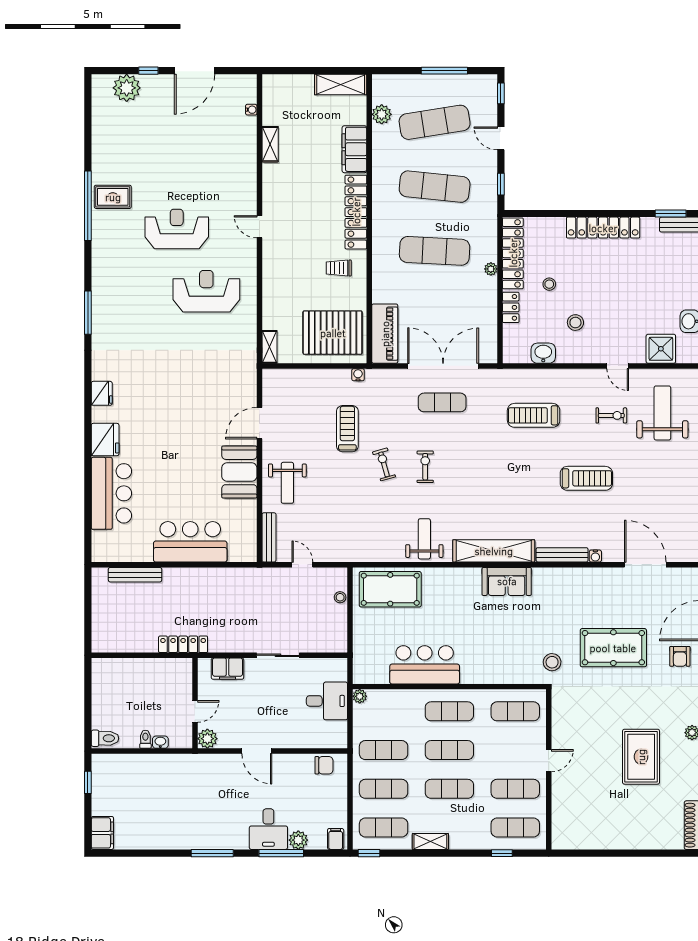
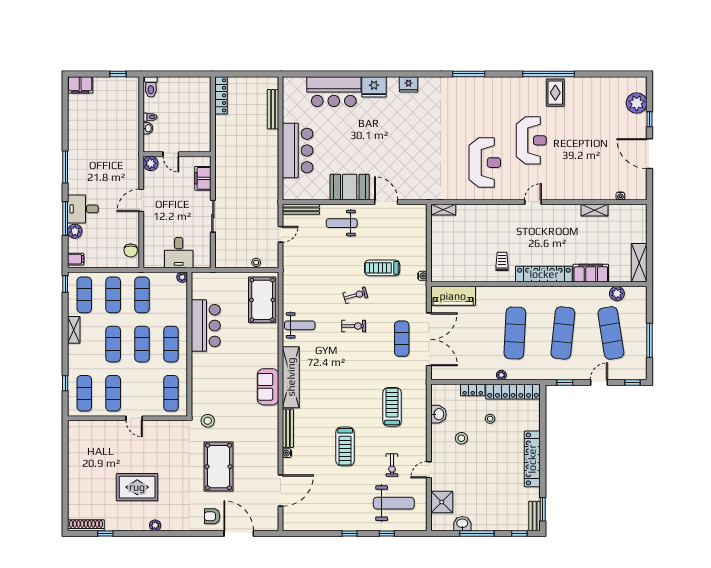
pallet: (333, 333) -> (454, 257), removed
treadmill: (347, 429) -> (382, 268), turned 180
locker: (183, 644) -> (221, 95), moved

